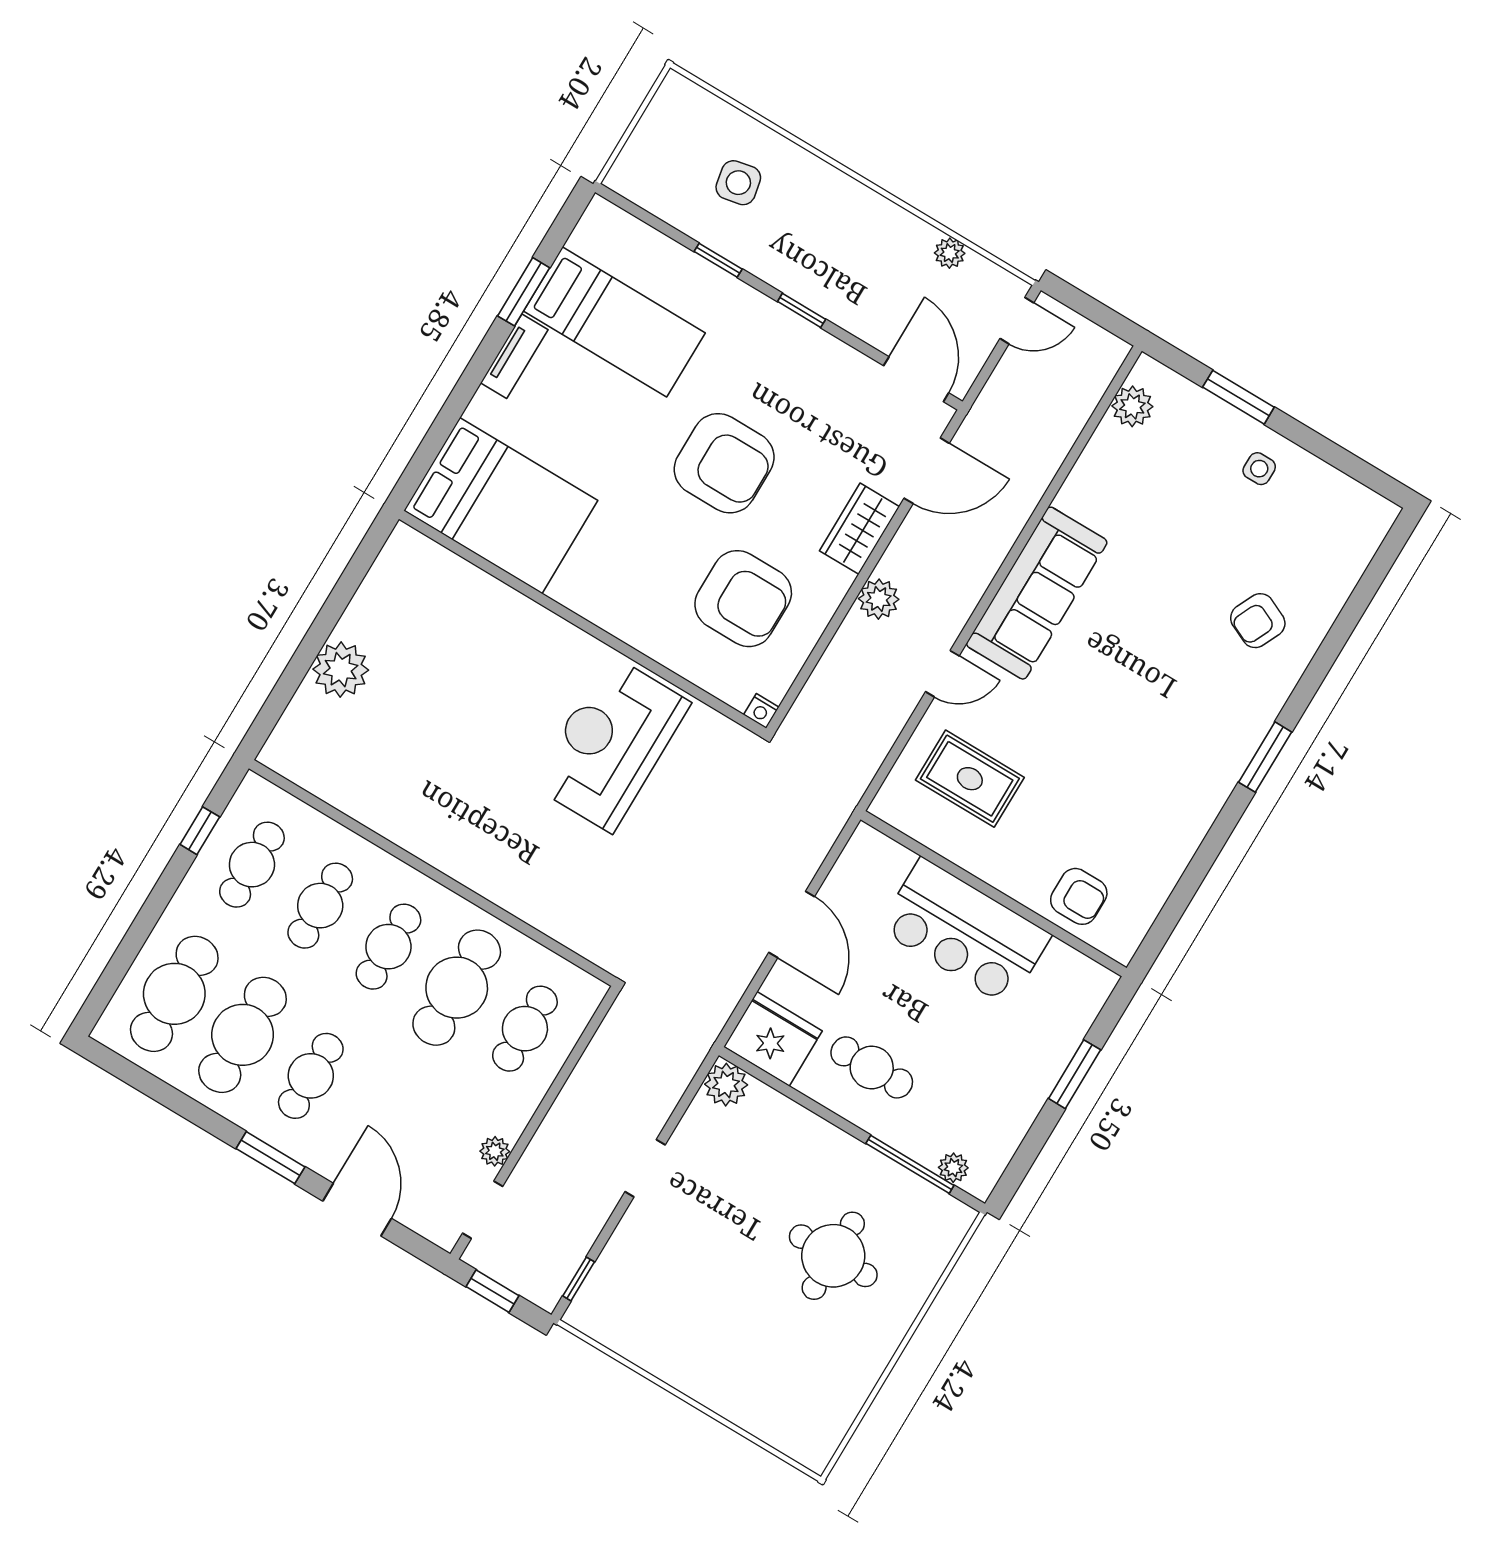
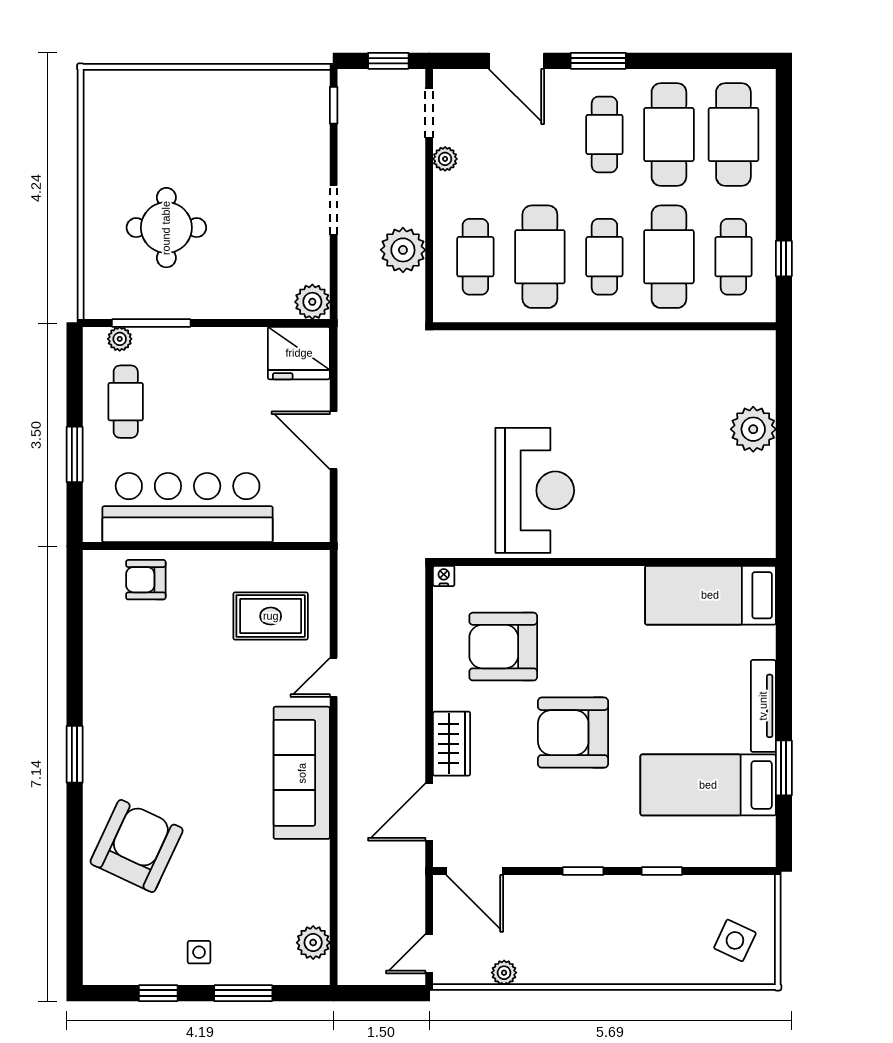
side table: (738, 183) -> (735, 940), moved, turned 36
tv unit: (514, 356) -> (763, 706), width x1.41
window: (1328, 451) -> (158, 993), added
bed: (501, 506) -> (710, 595), width x0.67
plant: (879, 599) -> (403, 250), moved, width x1.36, depth x1.36
armchair: (1258, 621) -> (137, 846), width x1.88, depth x1.88
cafe table: (320, 906) -> (669, 257), width x1.37, depth x1.35
bar counter: (965, 932) -> (188, 508), width x1.36
cafe table: (872, 1067) -> (126, 402), moved, turned 90

